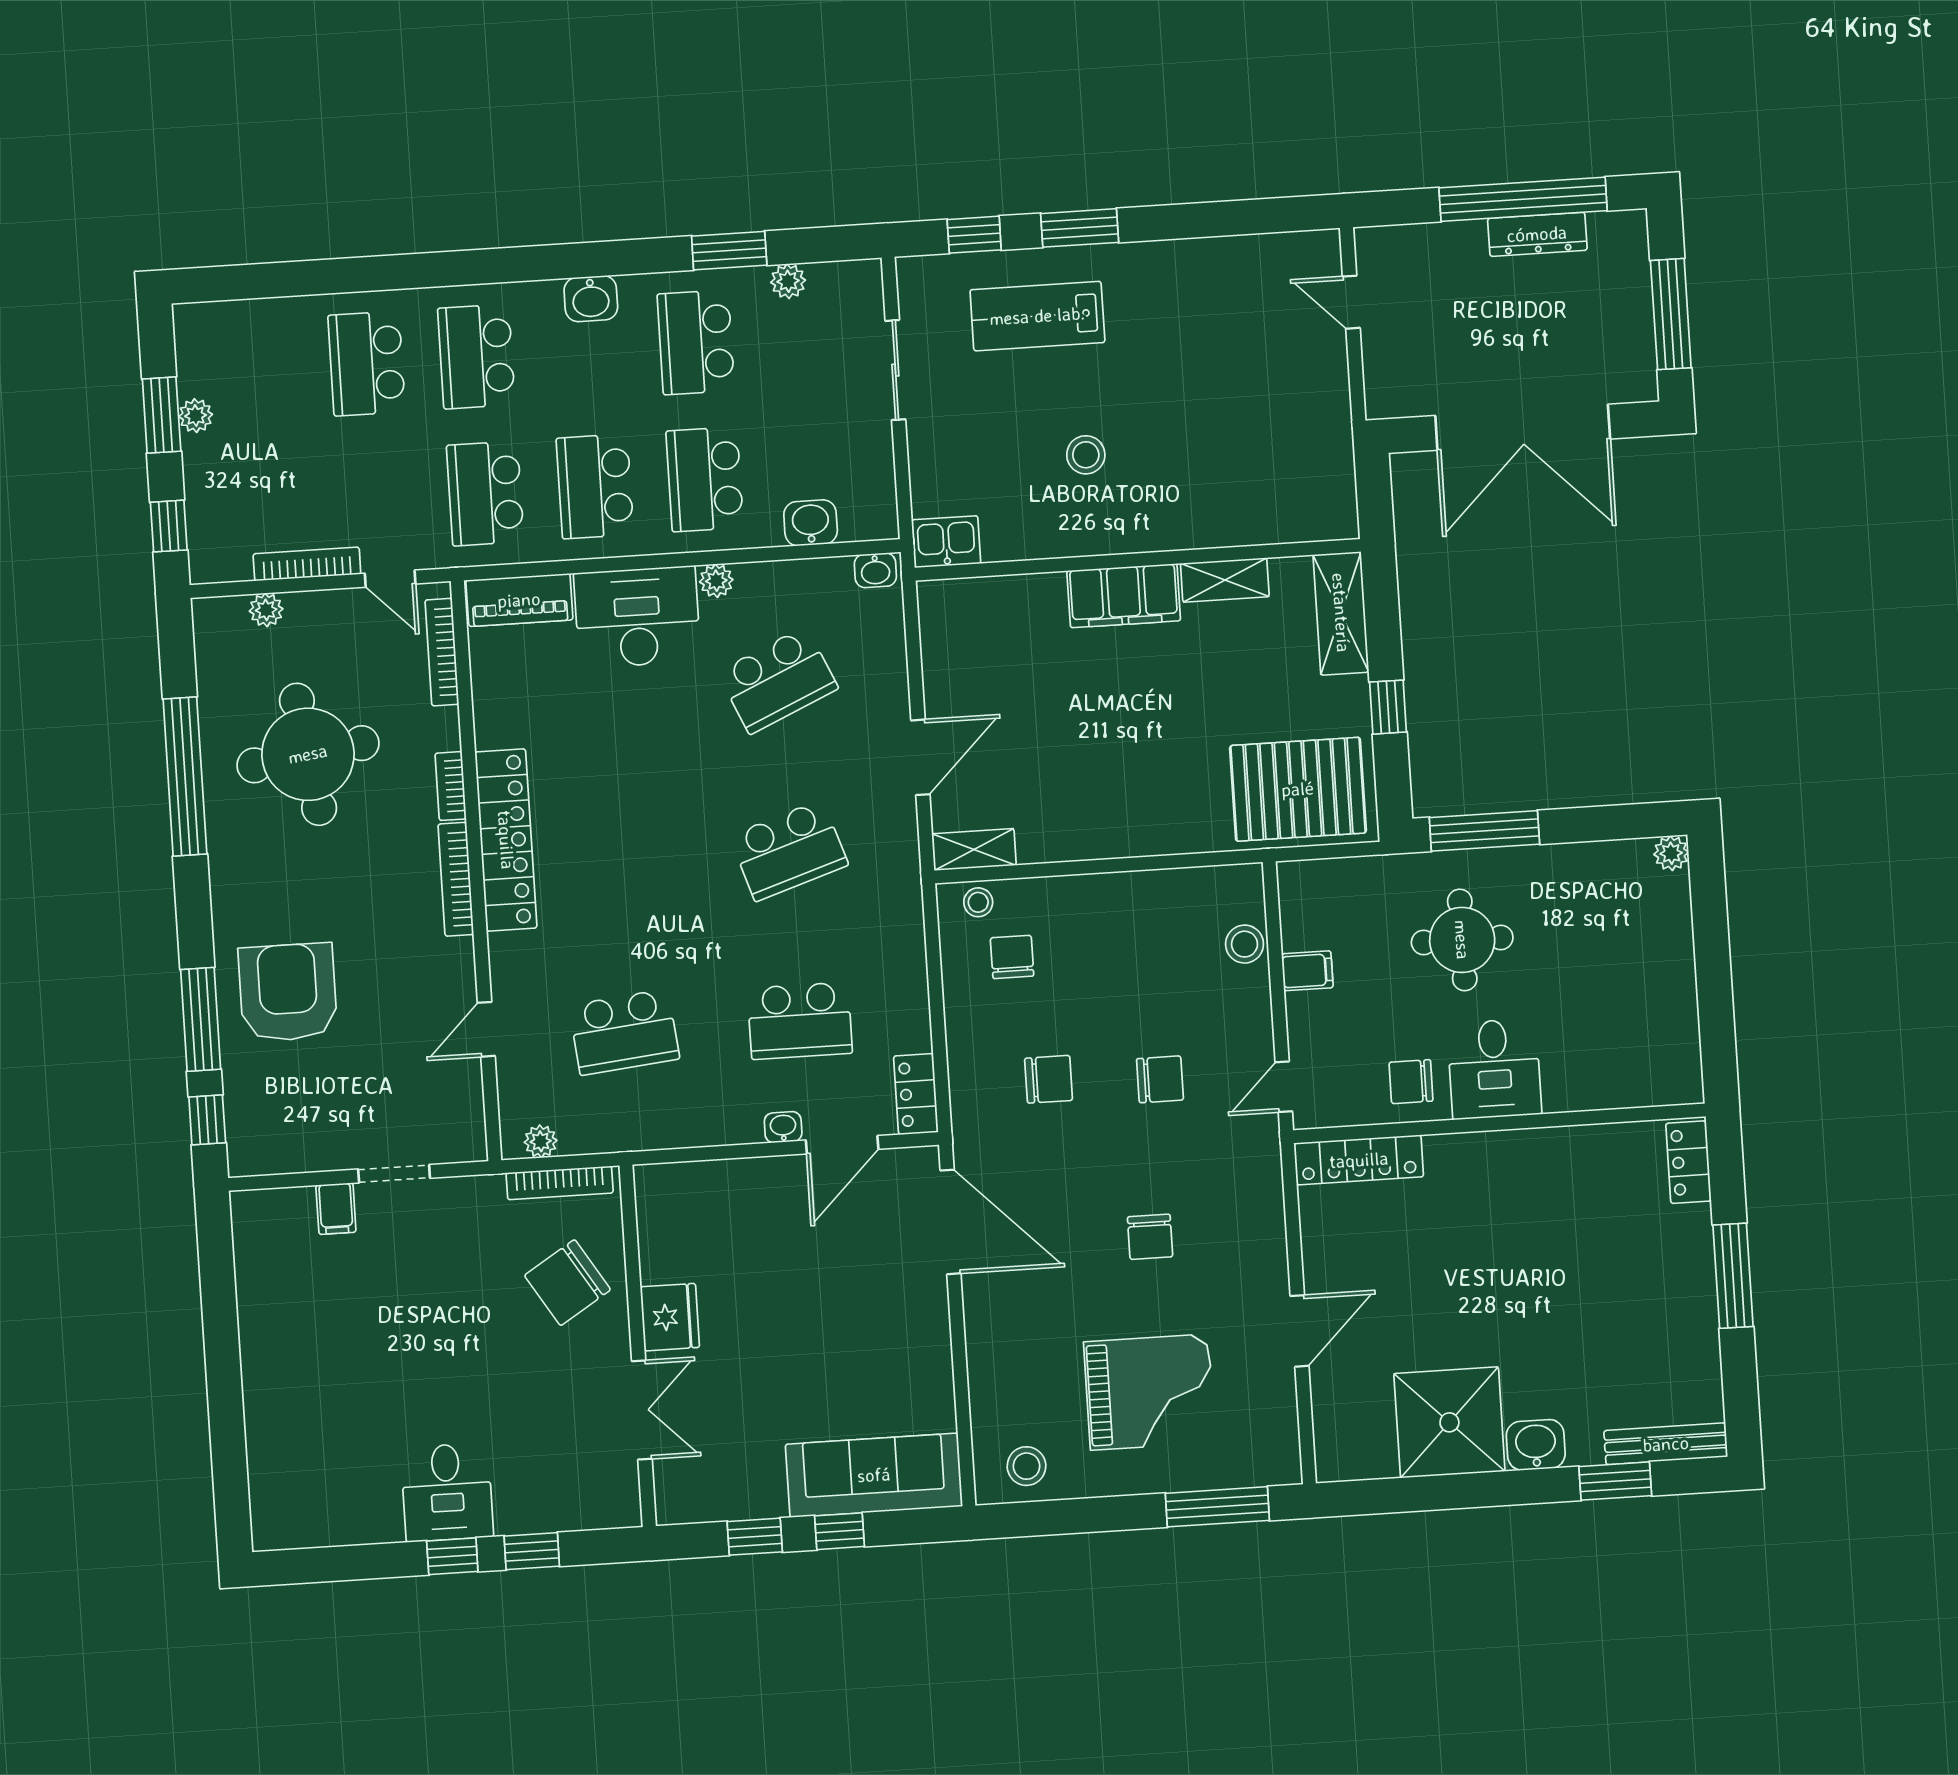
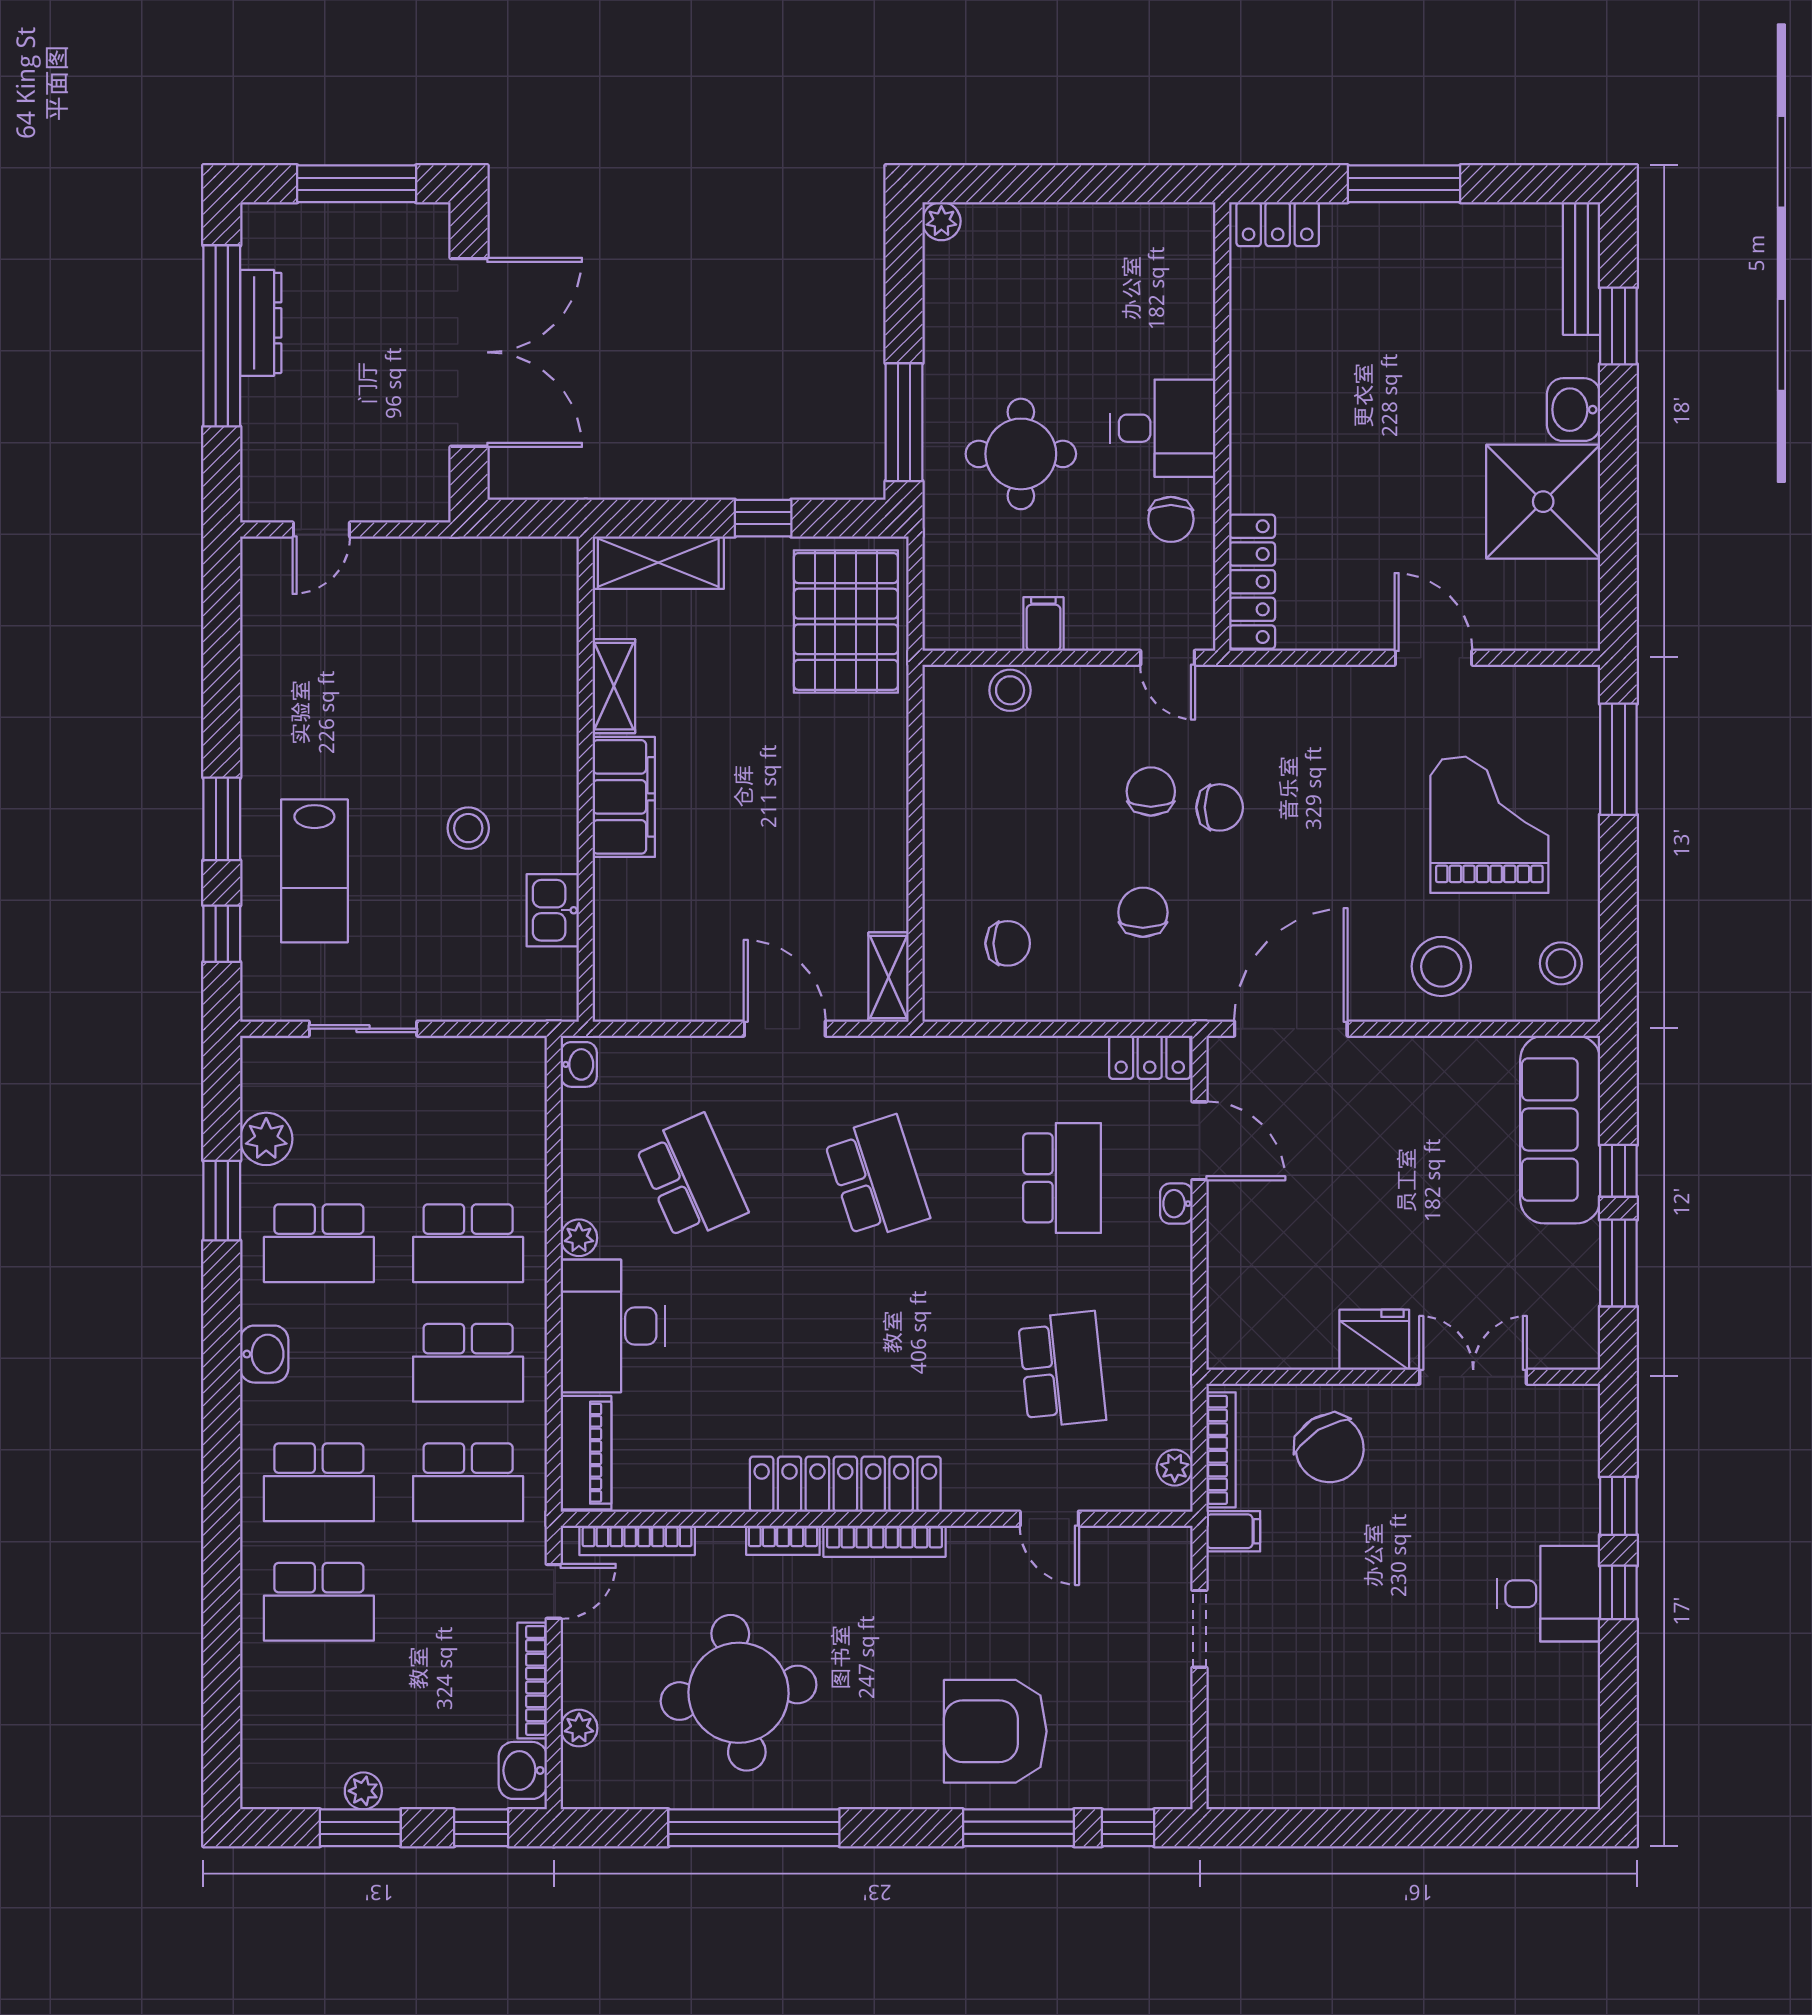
plant: (788, 281) -> (266, 1139), width x1.38, depth x1.38
washbasin: (811, 523) -> (523, 1770), moved
kitchen sink: (946, 542) -> (553, 910), moved
stool: (978, 902) -> (1441, 966), moved, width x1.89, depth x1.89
chair: (1012, 957) -> (1008, 943), turned 180
filing cabinet: (336, 1209) -> (1233, 1531), moved
chair: (1150, 1237) -> (1220, 807), moved
window: (755, 1537) -> (1618, 1263), width x1.50

